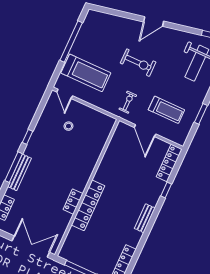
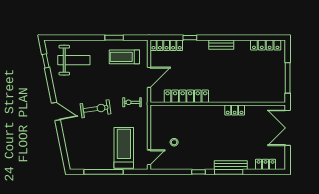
exercise bike: (138, 63) -> (96, 109), turned 82
treadmill: (166, 110) -> (124, 57), moved, turned -90
locker: (88, 205) -> (186, 96), moved

